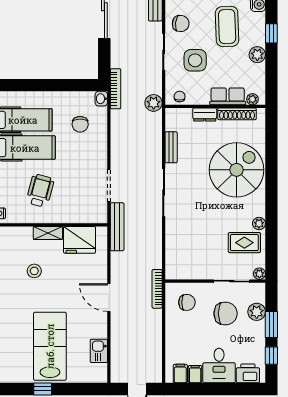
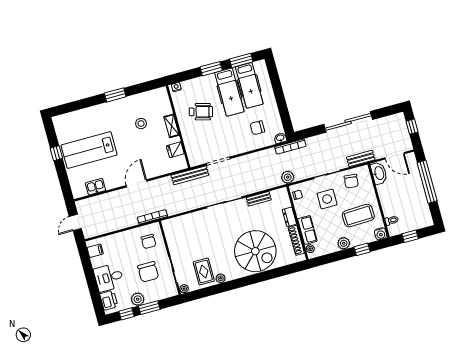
fridge: (80, 240) -> (175, 150), width x0.53, depth x0.75
plant: (257, 312) -> (138, 299), moved
lab bench: (50, 346) -> (89, 150), turned 180
filing cabinet: (195, 374) -> (98, 262), removed

